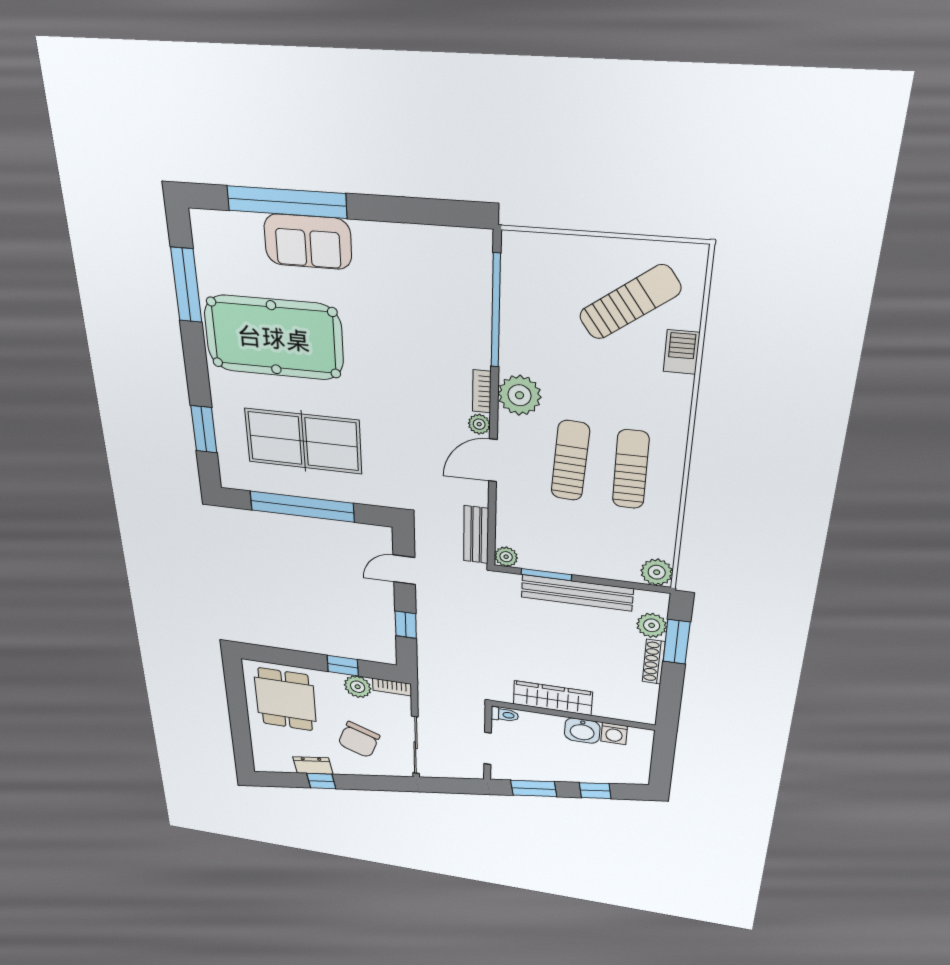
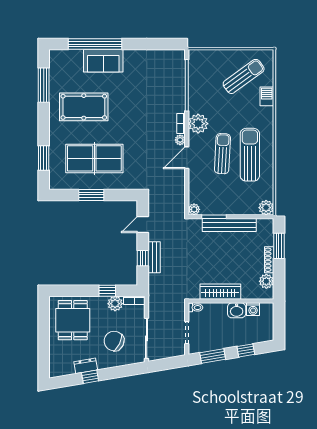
pool table: (274, 338) -> (84, 107), width x0.73, depth x0.76
sun lounger: (631, 469) -> (250, 155), width x1.36, depth x1.34
window: (302, 507) -> (91, 195), width x0.47
bench: (476, 535) -> (154, 257), moved
plant: (652, 625) -> (266, 281), moved
chair: (359, 740) -> (114, 341), turned 95

